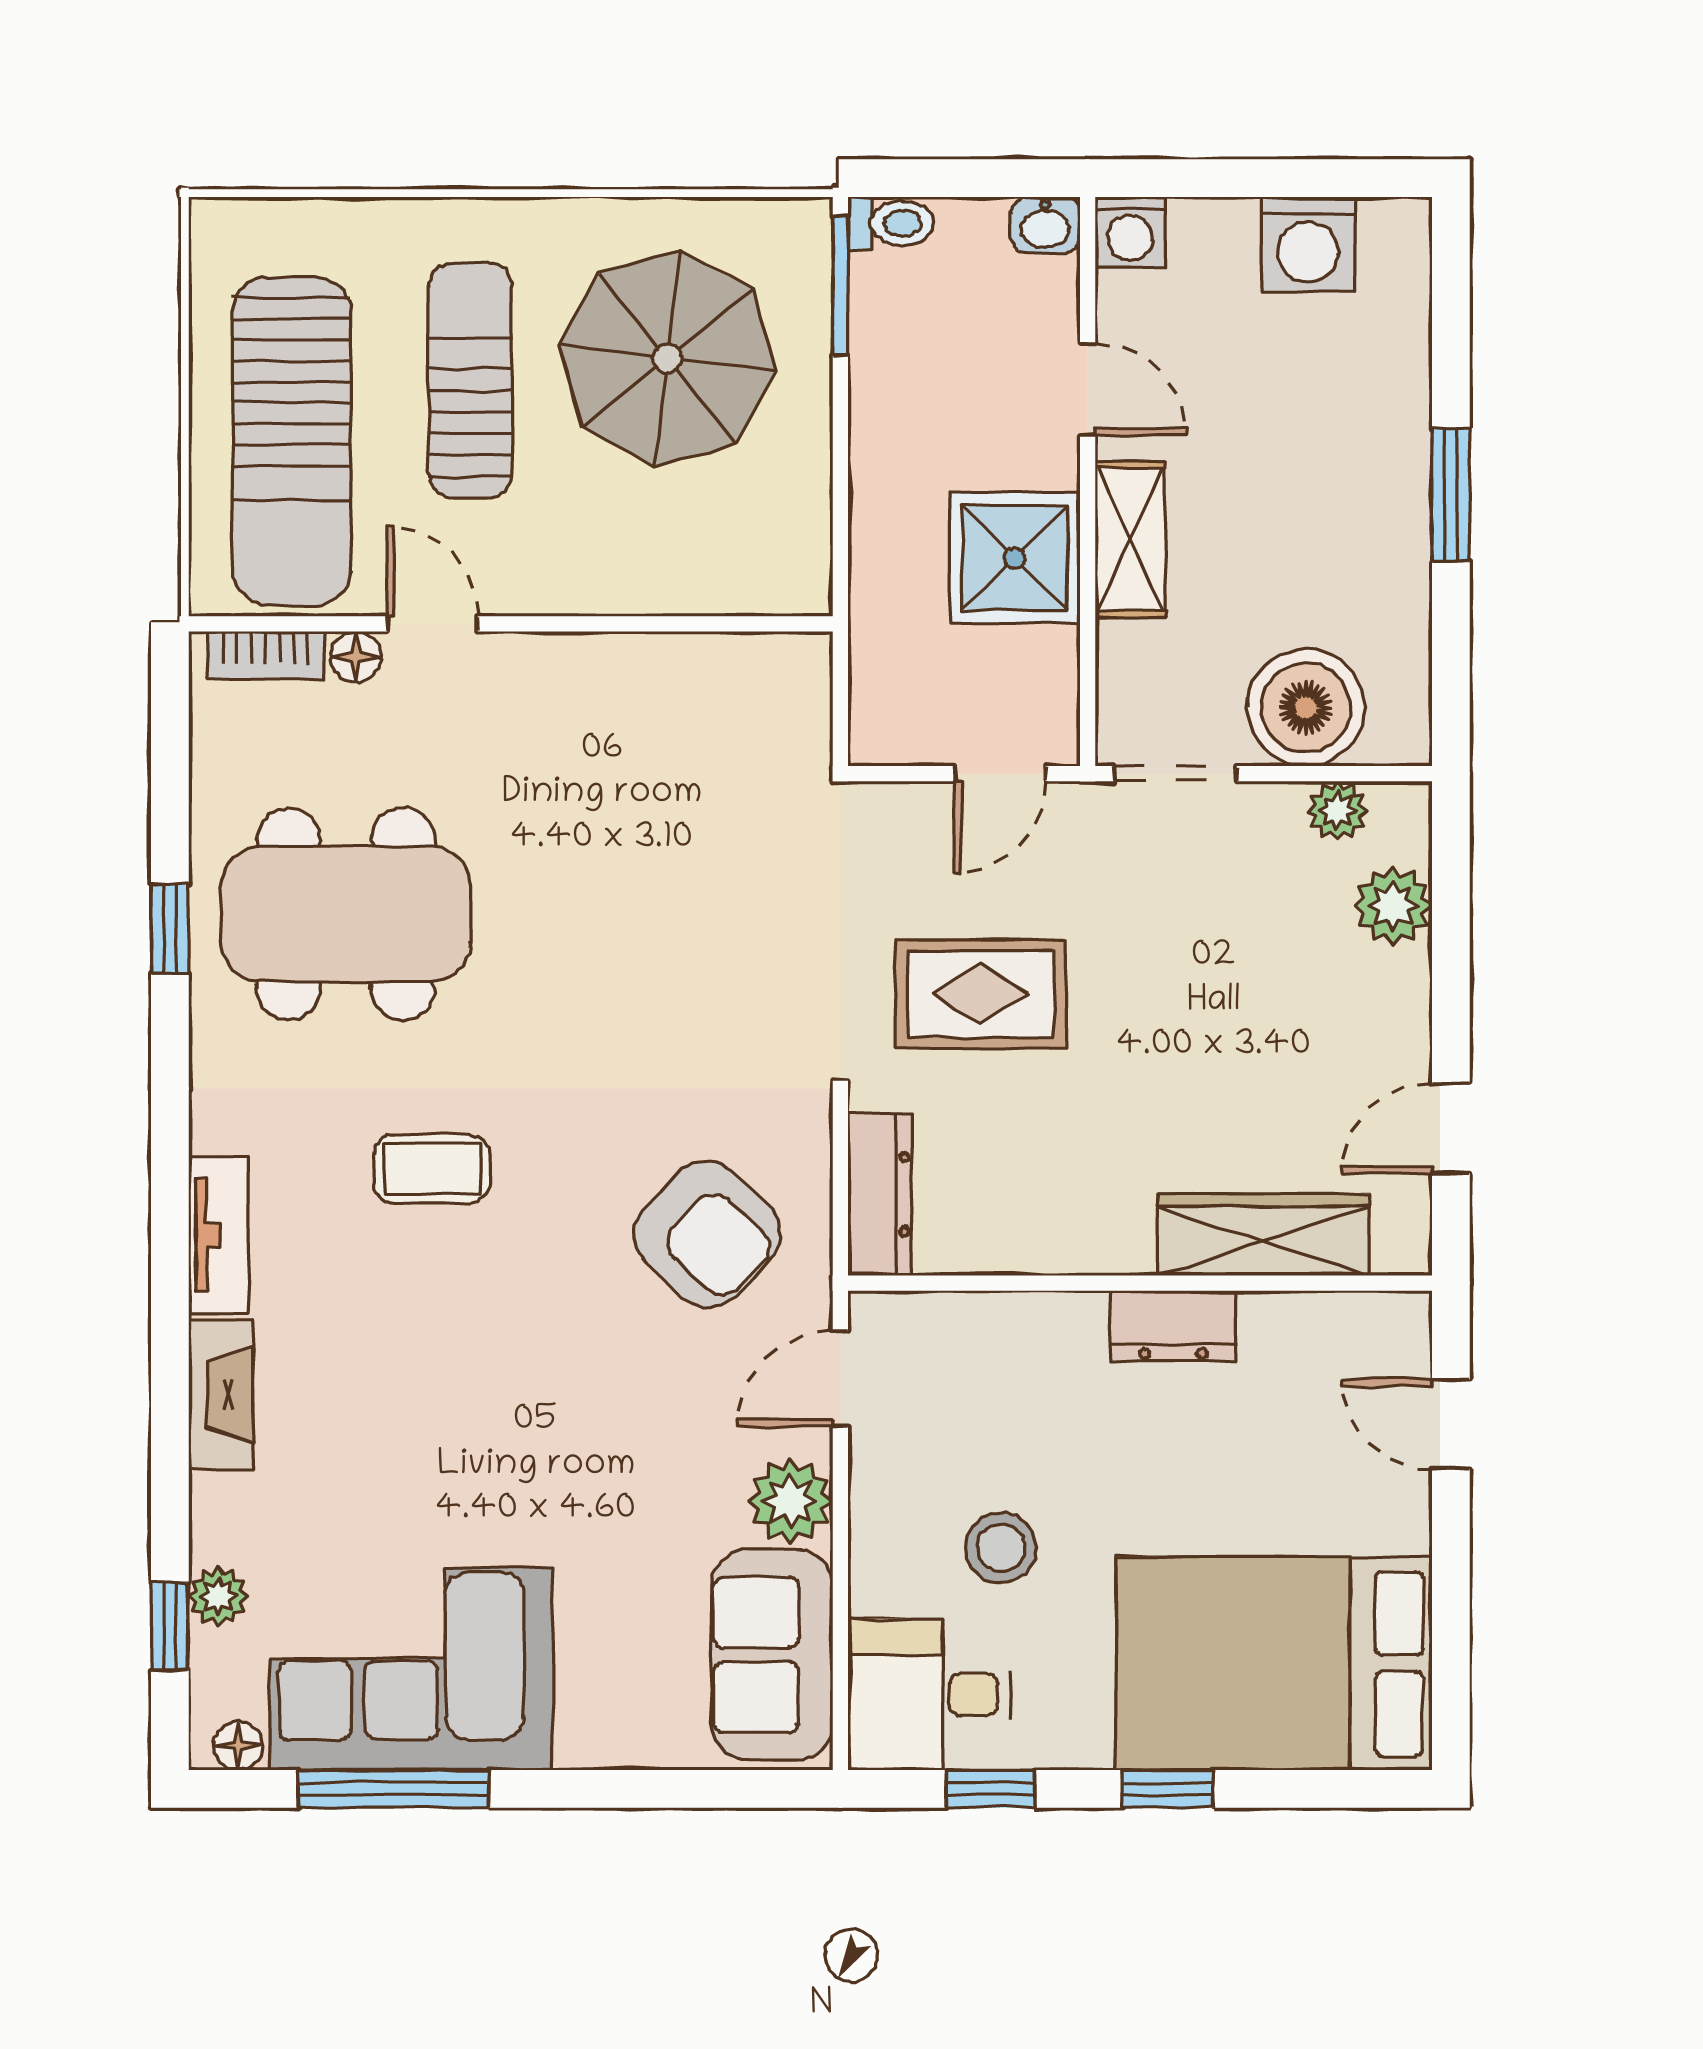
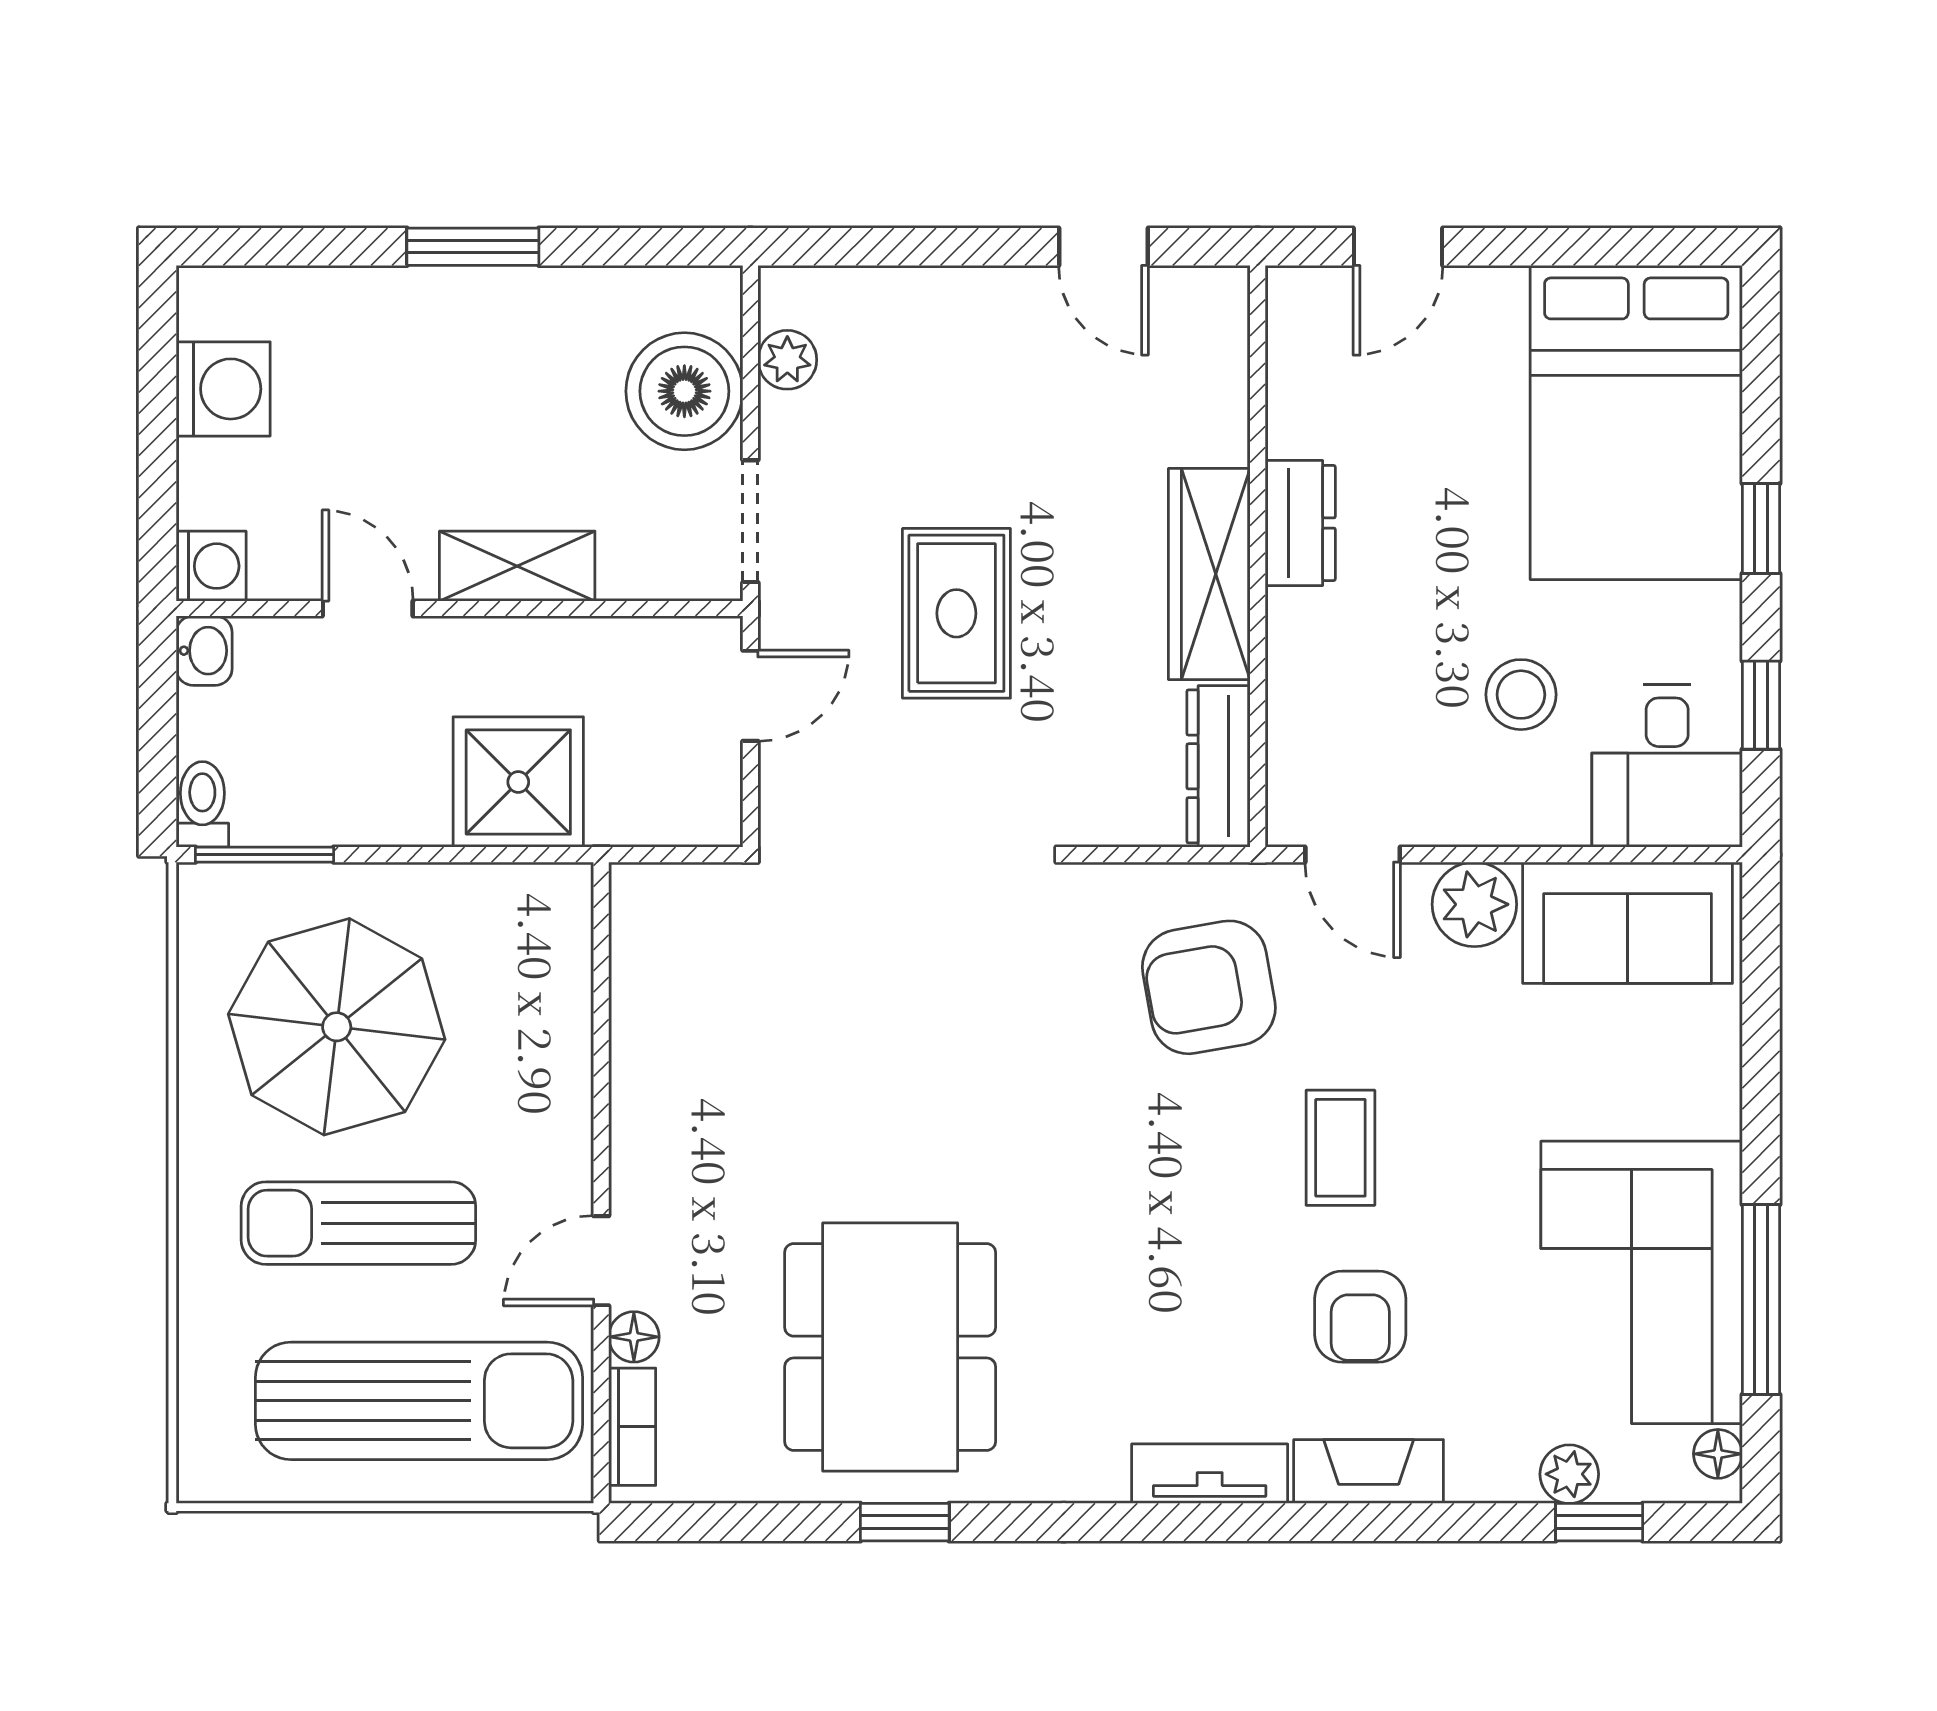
door: (1088, 389) -> (368, 608), hinge flipped
shower: (1015, 558) -> (518, 782), moved
door: (1000, 774) -> (750, 696), hinge flipped
plant: (1393, 906) -> (882, 304), removed
rug: (980, 994) -> (956, 613), moved
coffee table: (432, 1169) -> (1340, 1148), moved
dresser: (880, 1194) -> (1218, 766), moved, turned -90
armchair: (707, 1234) -> (1209, 987), turned -143
wardrobe: (1263, 1235) -> (1209, 574), moved
armchair: (376, 1386) -> (1360, 1317), added

